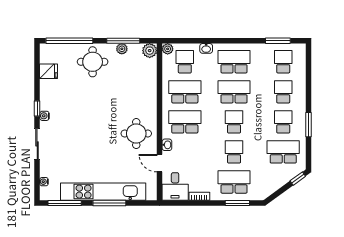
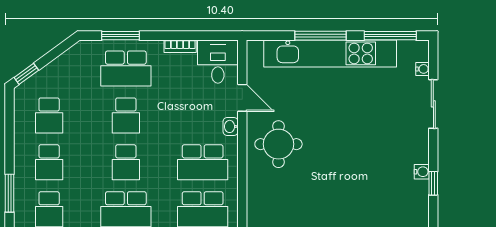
window: (309, 125) -> (10, 193), moved
sliding door: (37, 144) -> (433, 104), moved
school desk: (283, 152) -> (49, 115), width x0.54

